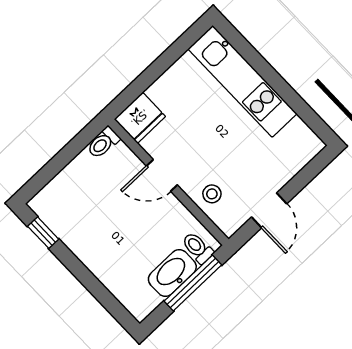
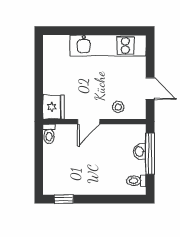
kitchen unit: (242, 81) -> (108, 45), moved
toilet: (198, 248) -> (136, 181), moved
washbasin: (172, 273) -> (140, 152), width x0.52, depth x0.69

